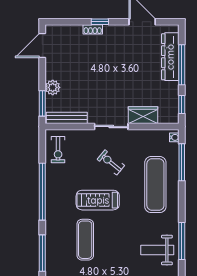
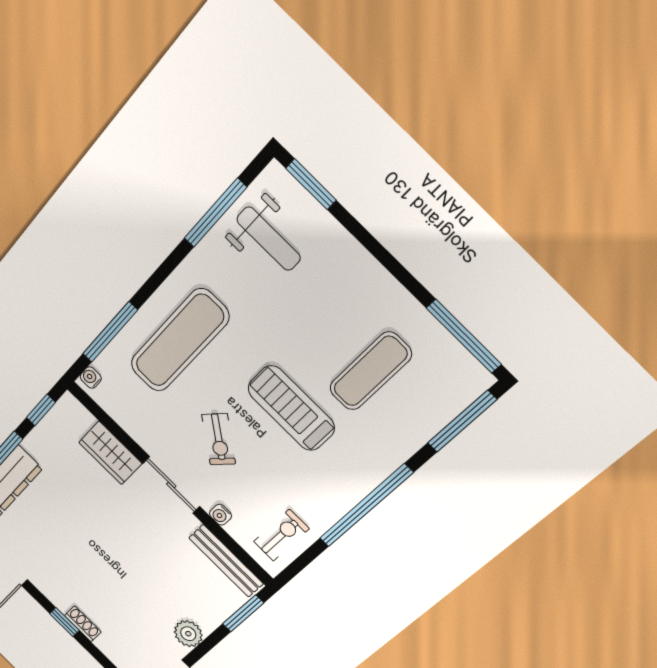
plant: (53, 87) -> (188, 634), moved
water cooler: (85, 134) -> (220, 515), added
treadmill: (98, 200) -> (291, 408), turned 180

